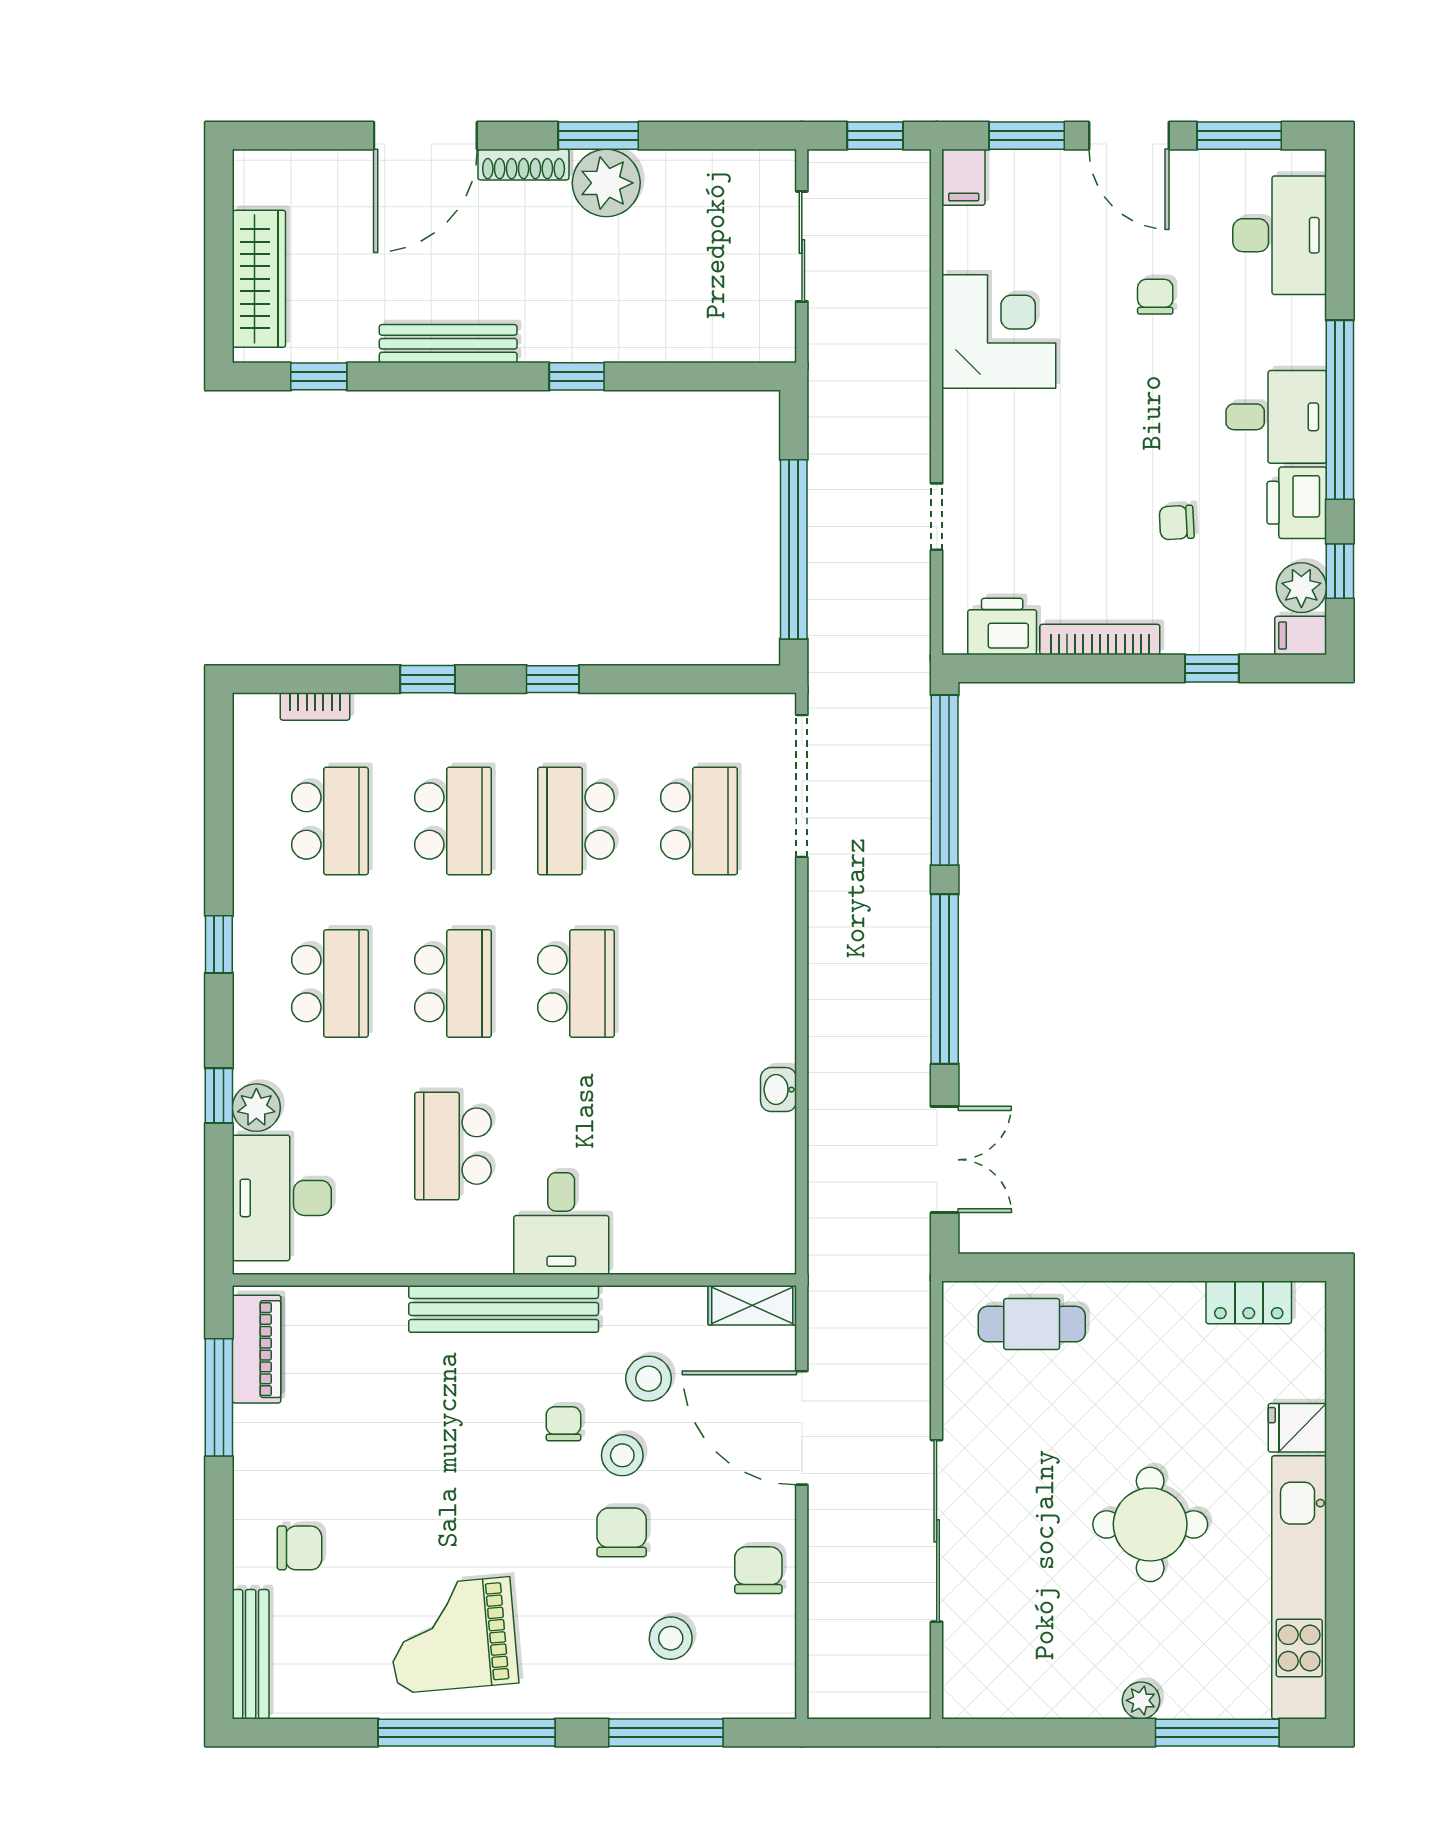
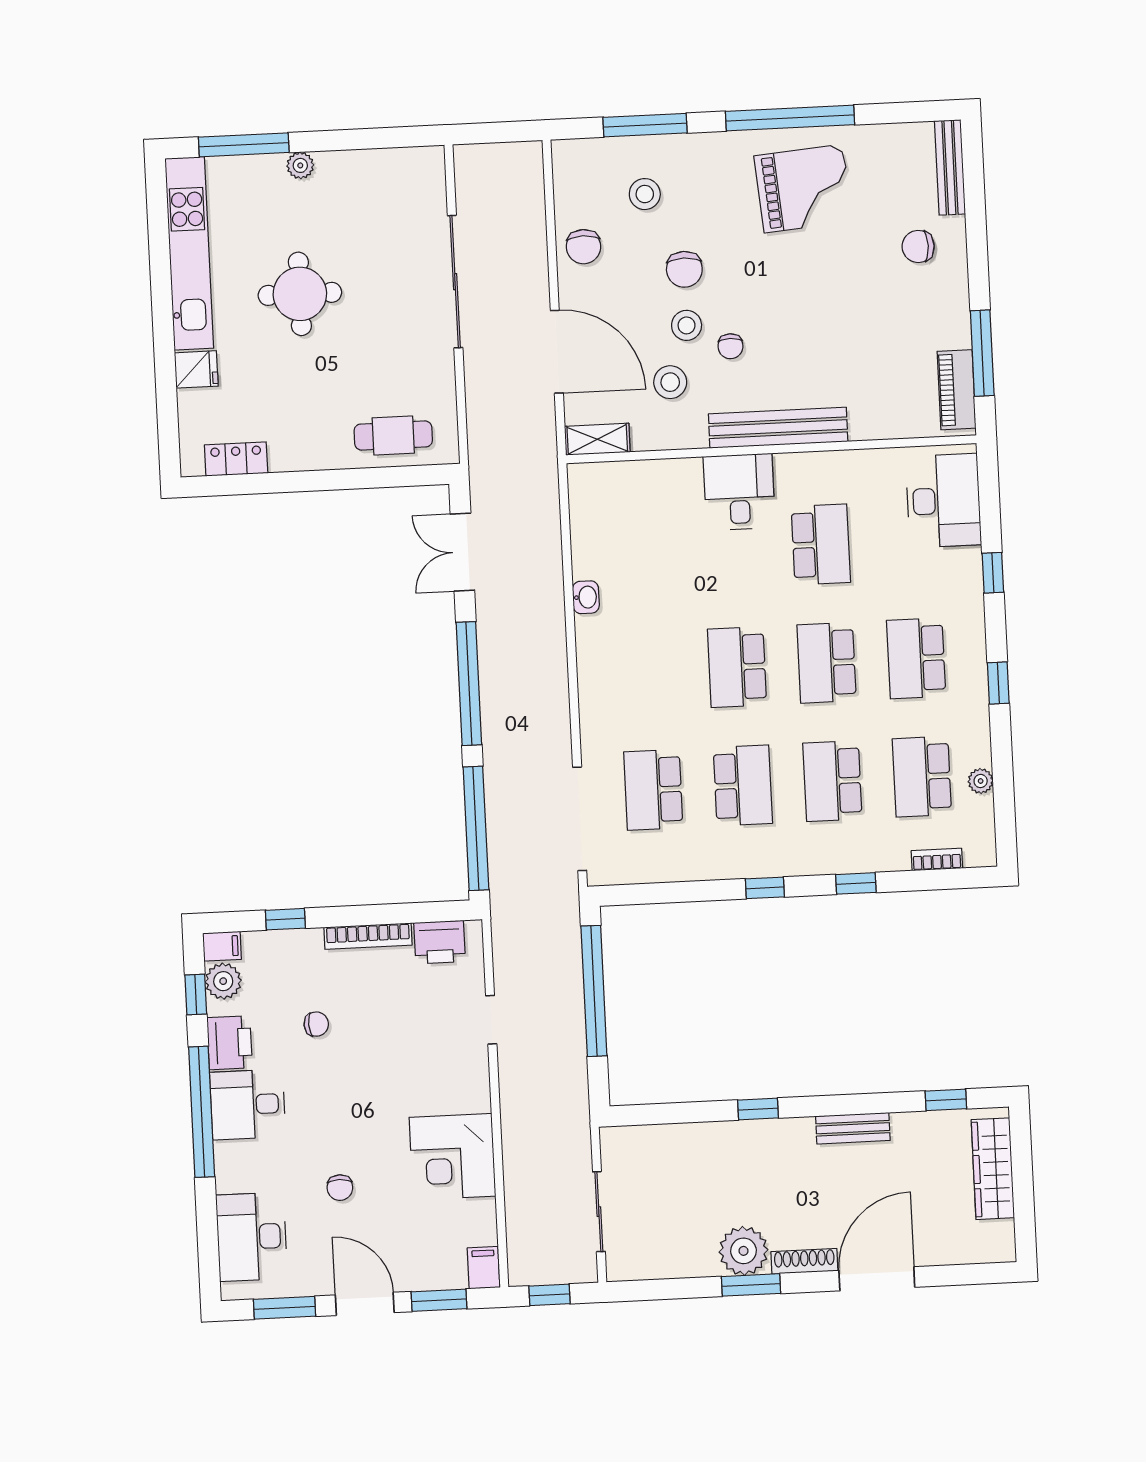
bench: (448, 344) -> (853, 1128), width x0.73
plant: (256, 1108) -> (981, 781), moved, width x0.73, depth x0.73

